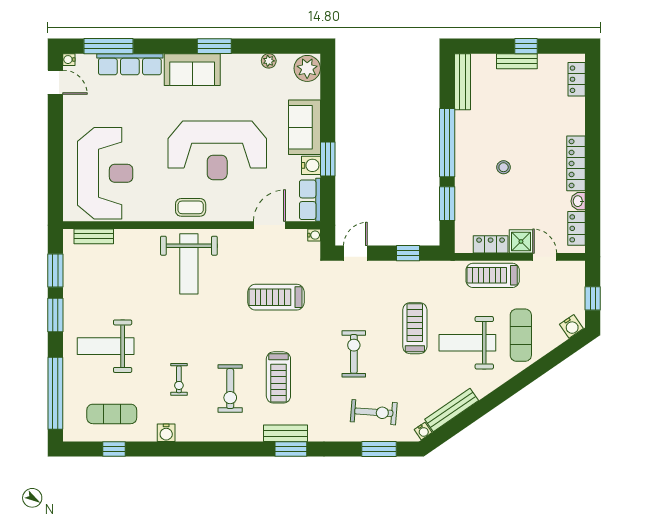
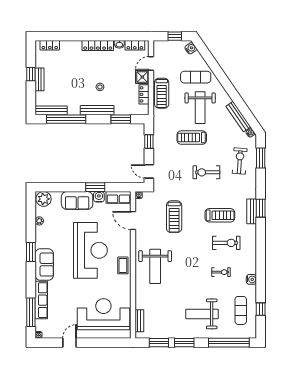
door: (55, 82) -> (70, 343), moved
window: (447, 143) -> (66, 119), moved
bench: (463, 162) -> (97, 110), added
weight bench: (189, 264) -> (155, 266), turned 90
weight bench: (106, 346) -> (202, 314), turned 90

